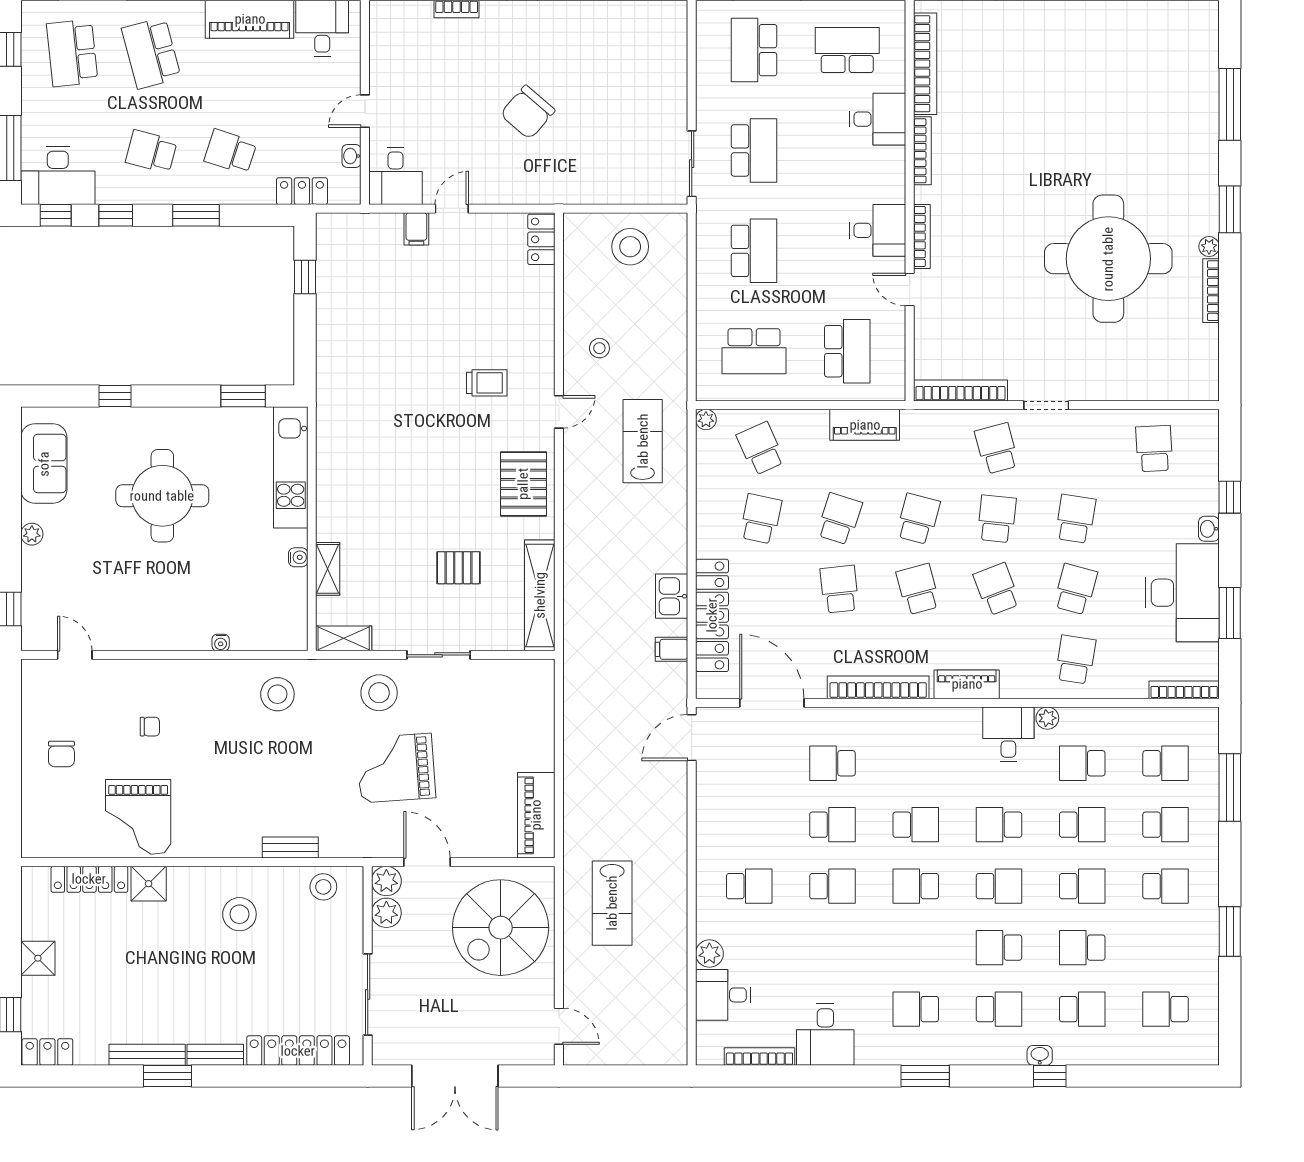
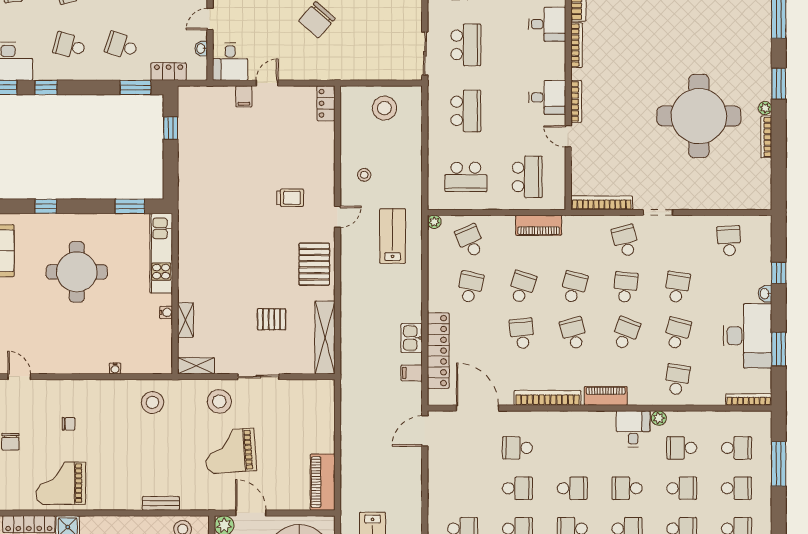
window: (196, 215) -> (136, 87), moved
school desk: (997, 589) -> (625, 333), turned 42
grand piano: (138, 817) -> (61, 483), turned 90

